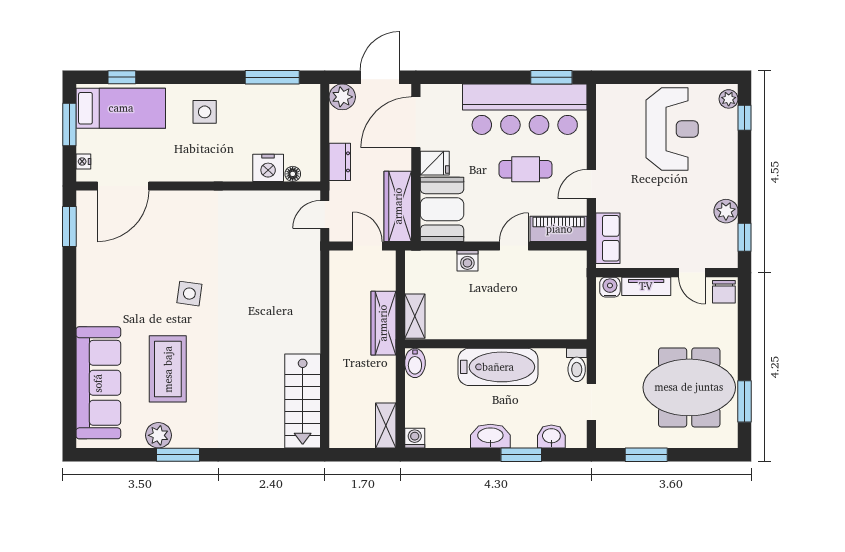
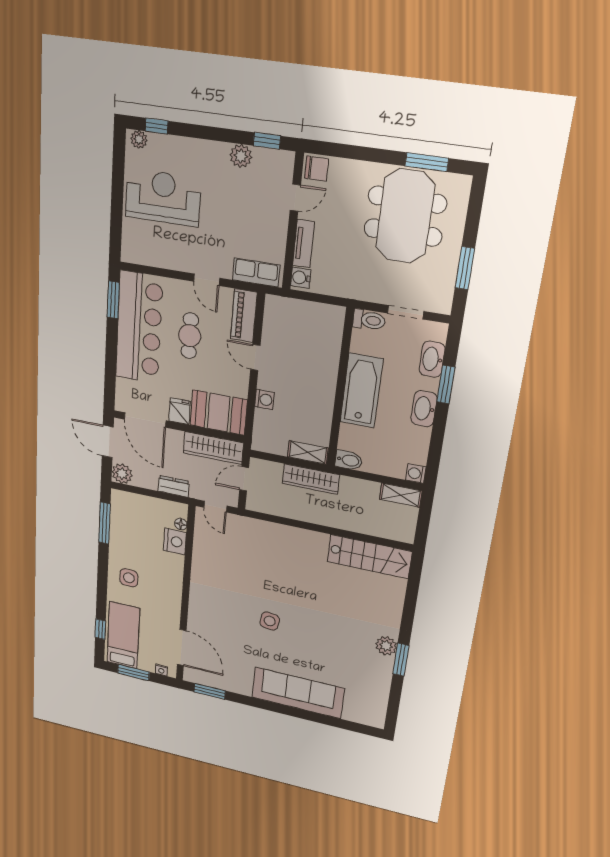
coffee table: (168, 369) -> (329, 650), removed
sofa: (98, 383) -> (298, 693), moved
plant: (158, 435) -> (386, 646), moved
washbasin: (551, 436) -> (432, 359), width x1.38

